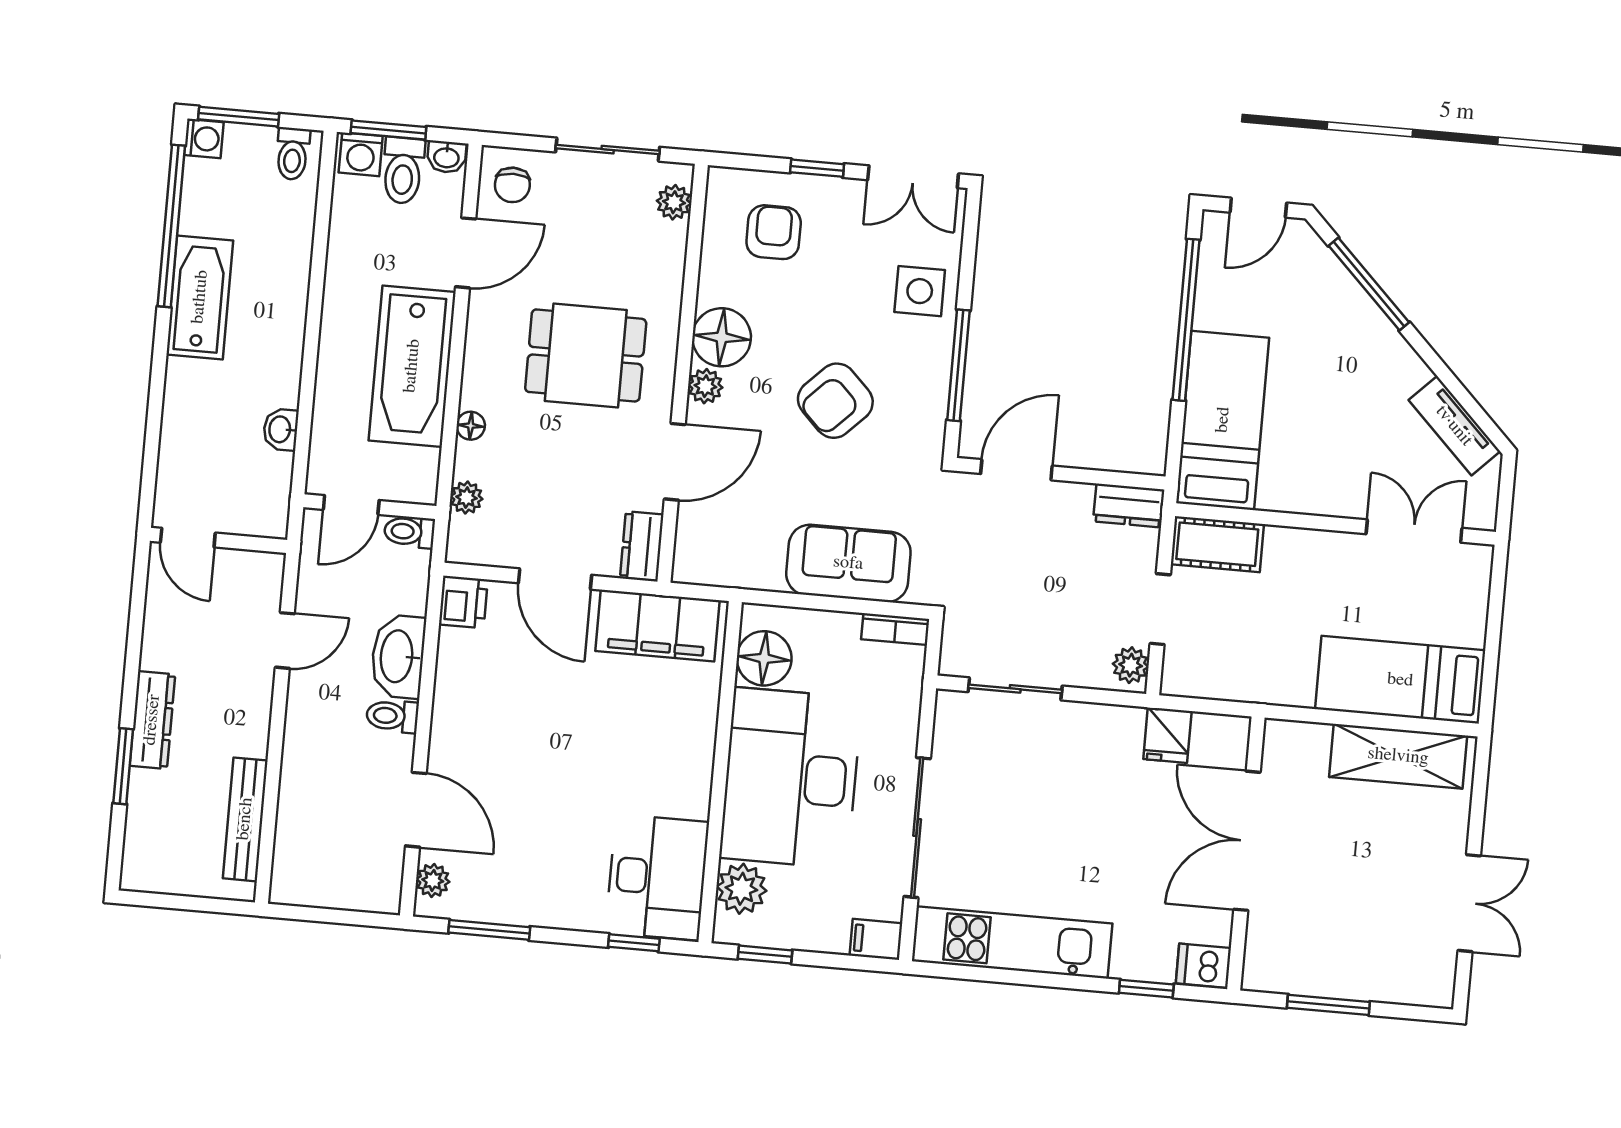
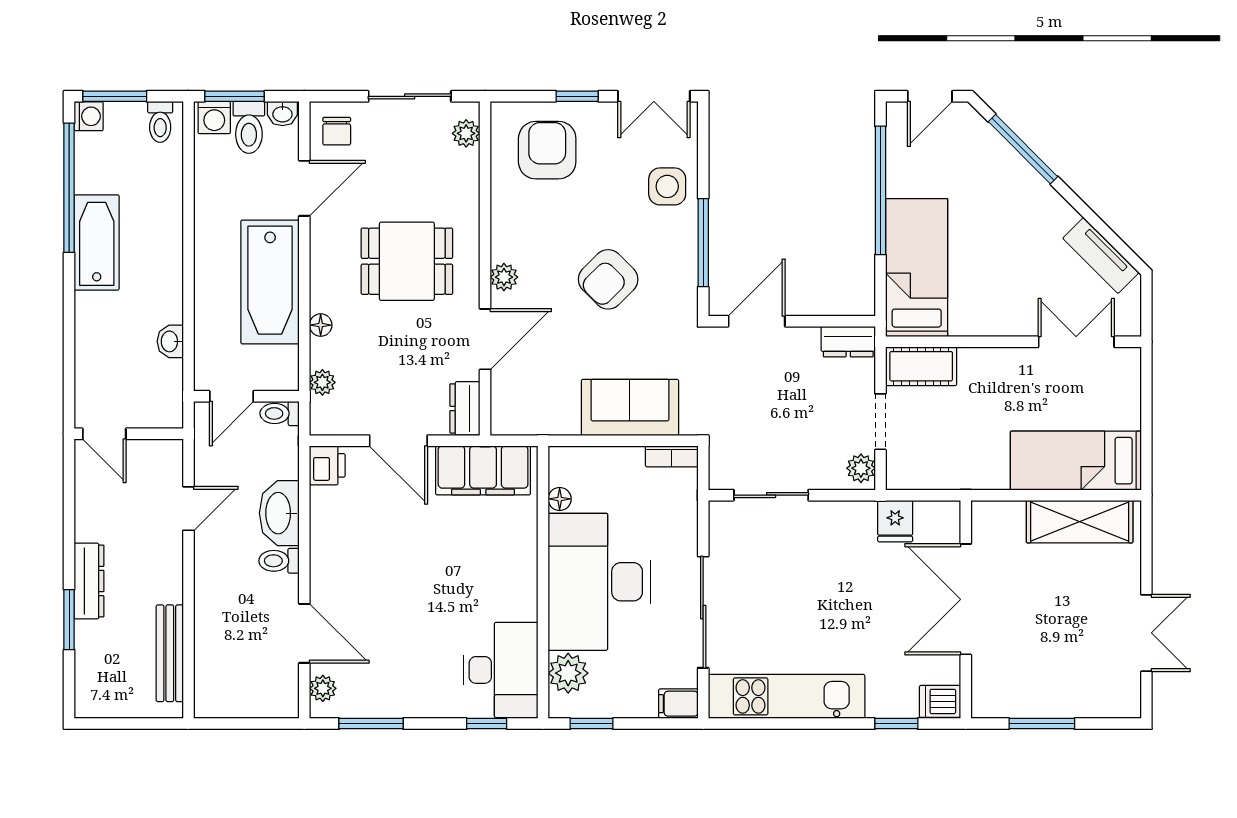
armchair: (774, 232) -> (547, 150), width x1.38, depth x1.38
floor lamp: (722, 337) -> (513, 237), removed
floor lamp: (764, 658) -> (560, 499), width x0.53, depth x0.53

